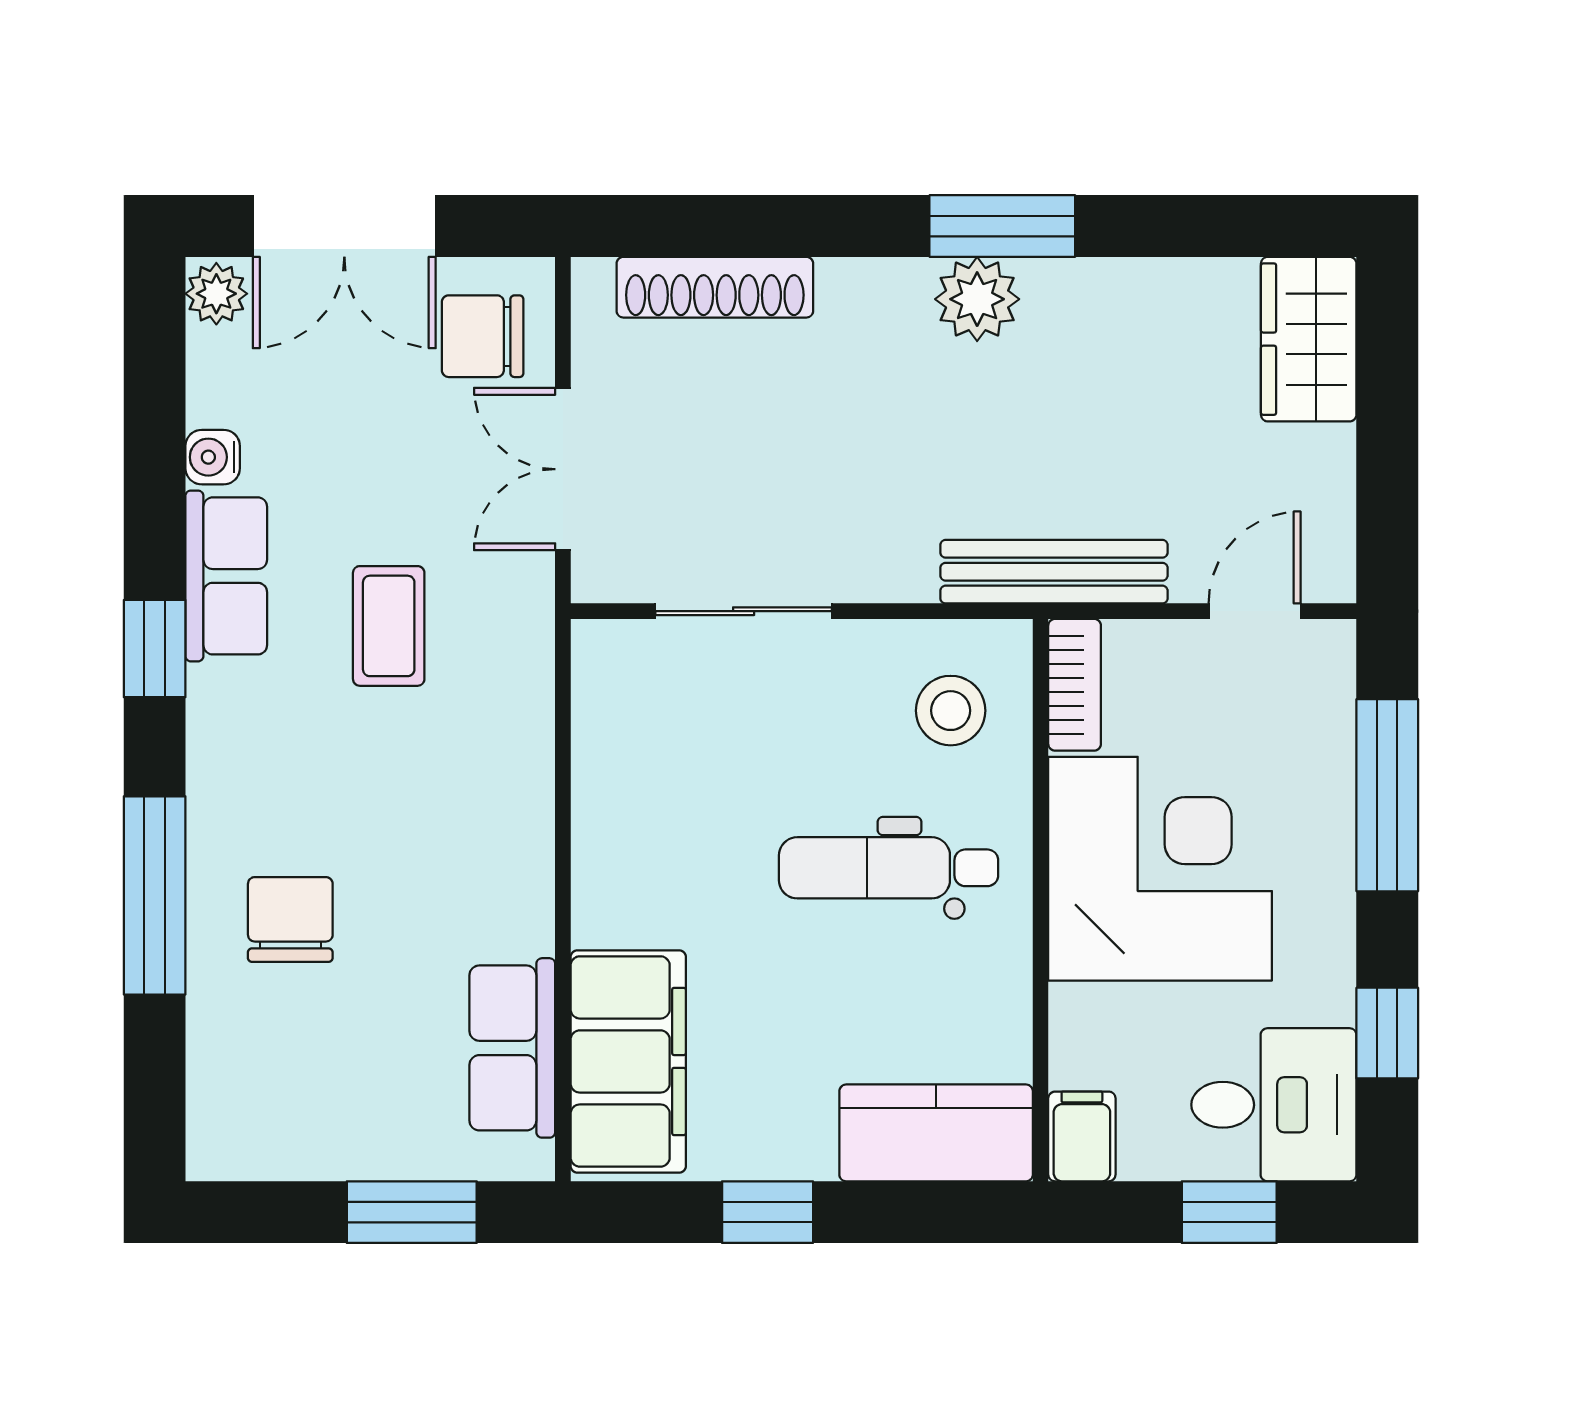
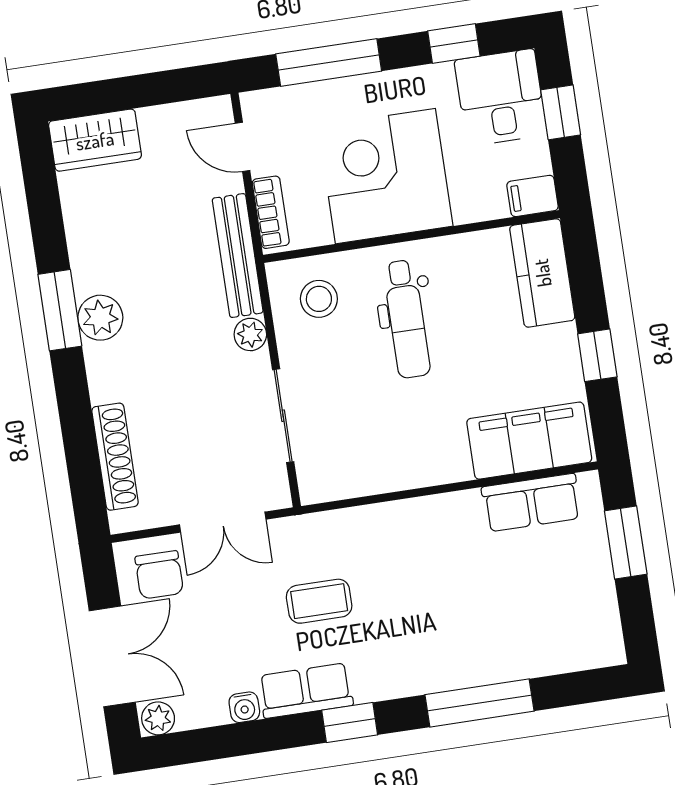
plant: (904, 573) -> (250, 334), added
bookcase: (1075, 685) -> (271, 212), moved, turned 90
chair: (290, 920) -> (481, 630), removed

